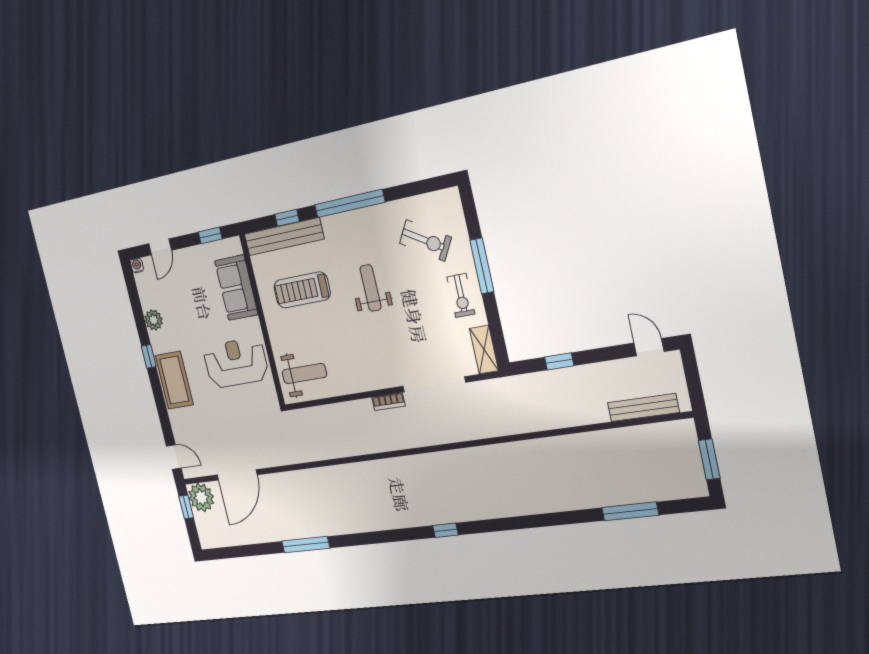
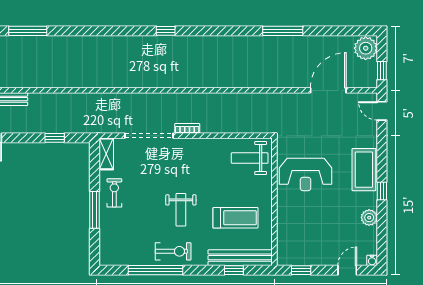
window: (350, 203) -> (156, 270), moved
exercise bike: (425, 240) -> (173, 251), moved, turned 149
sofa: (236, 288) -> (290, 229), removed
plant: (201, 497) -> (366, 48), moved

